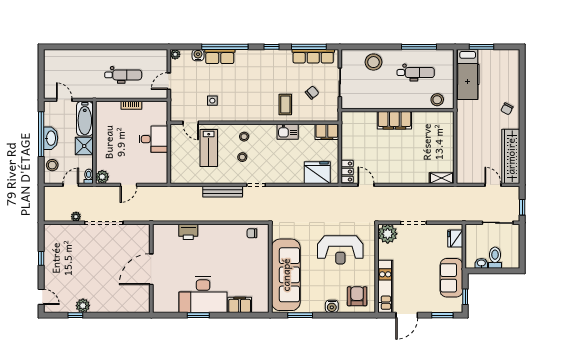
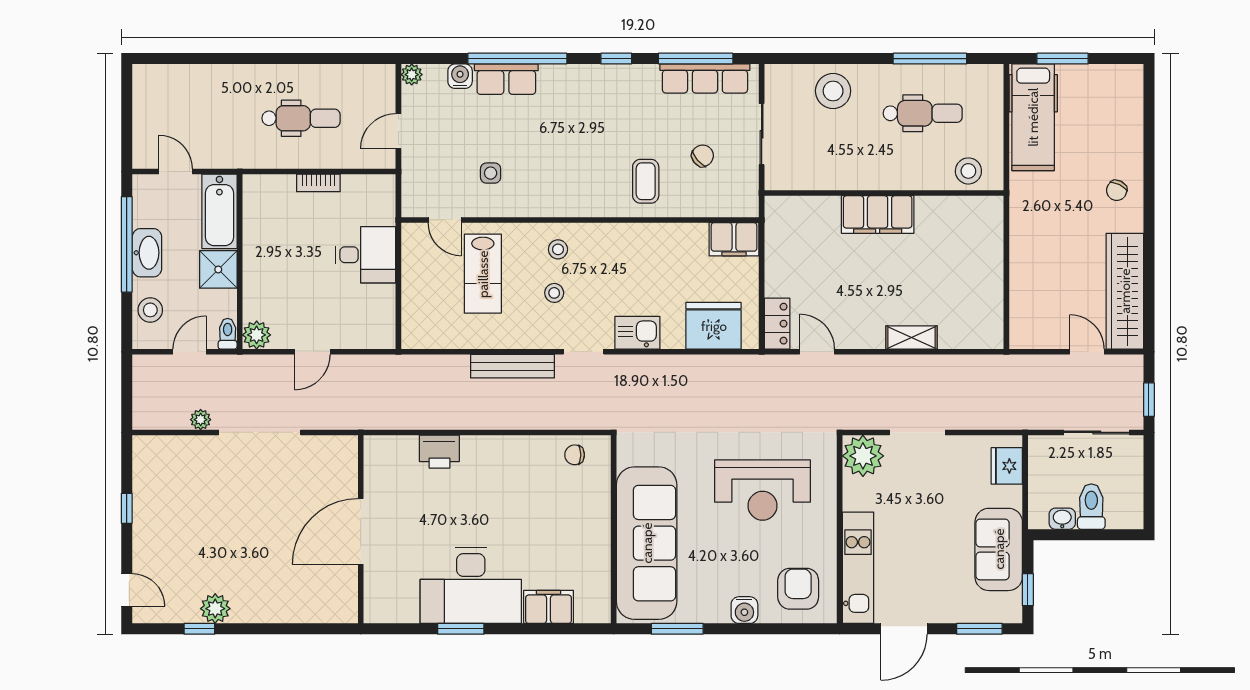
kitchen sink: (288, 132) -> (637, 333), moved, turned 180
shelving: (441, 178) -> (911, 337), moved

